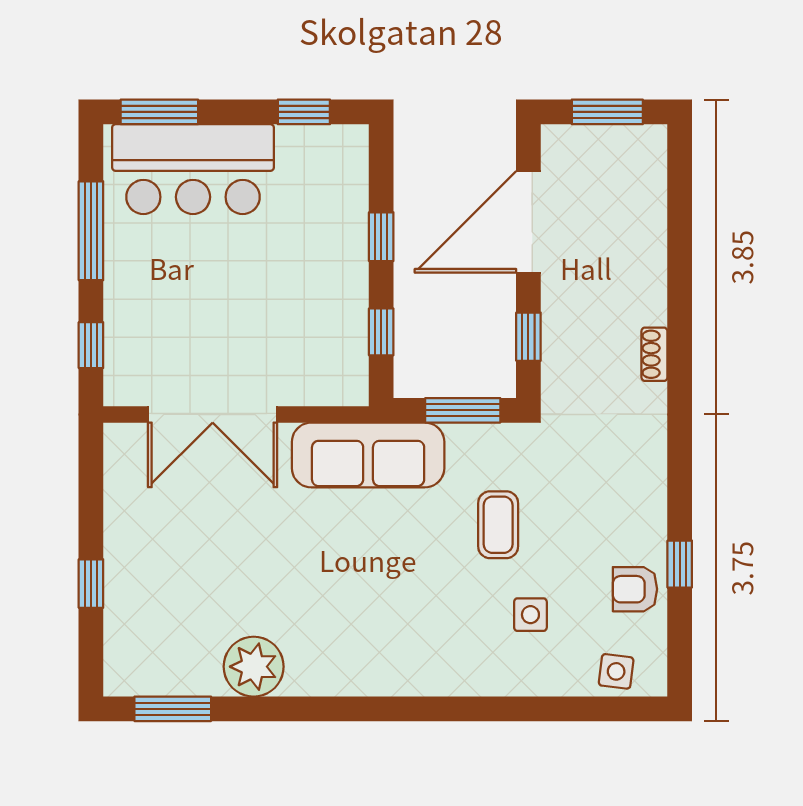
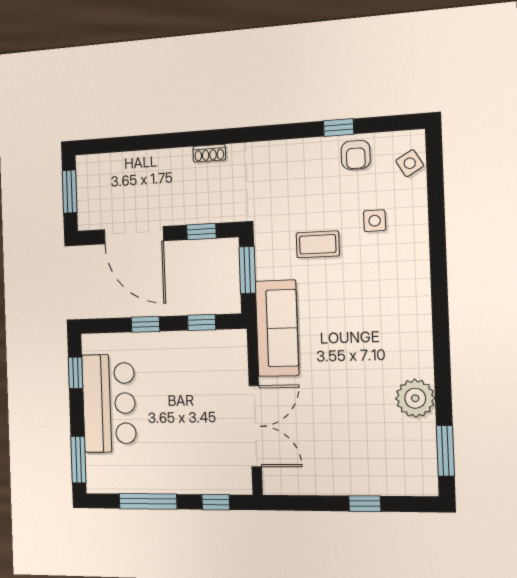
bar counter: (193, 169) -> (109, 403), moved
side table: (616, 671) -> (410, 163), turned -37

